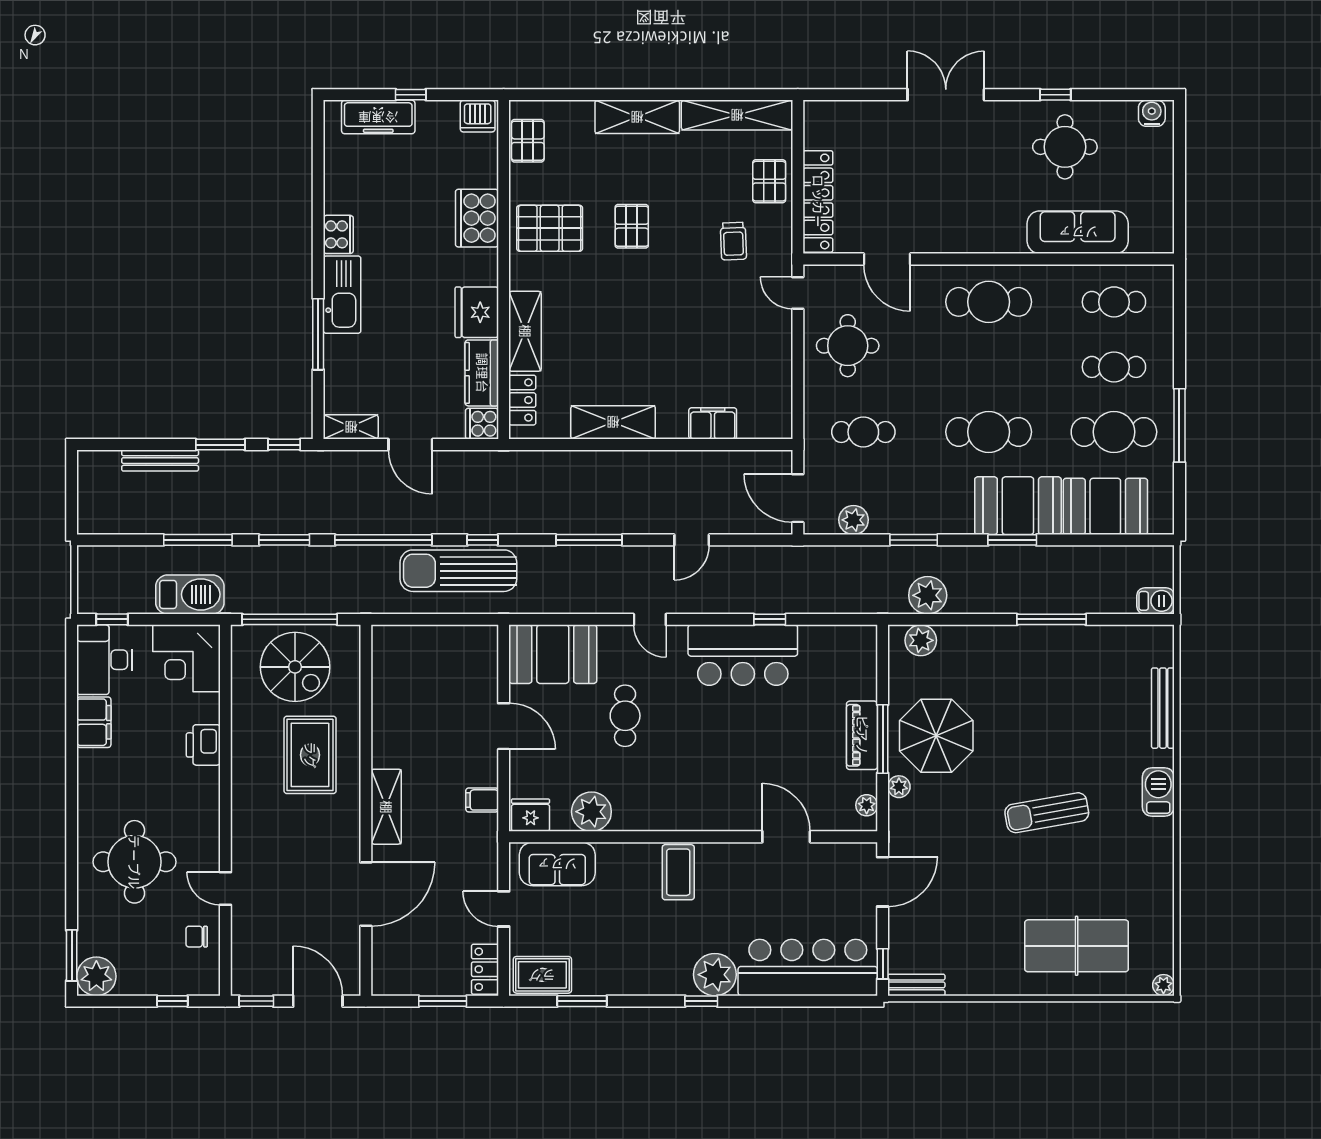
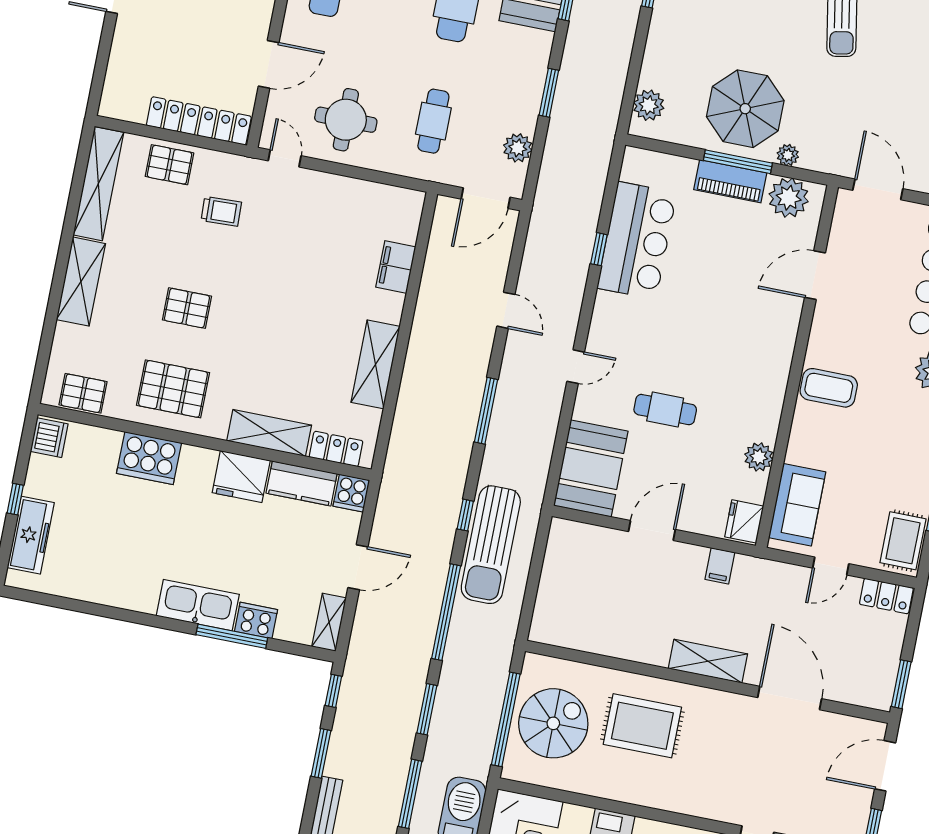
pallet: (550, 228) -> (173, 389), turned 90
cooker: (338, 234) -> (256, 620), moved
door: (798, 293) -> (285, 158), swing flipped
plant: (928, 595) -> (606, 90), removed
bar counter: (743, 655) -> (637, 240), moved
plant: (867, 805) -> (789, 198), width x1.88, depth x1.88
plant: (591, 812) -> (759, 457), width x0.73, depth x0.73
window: (443, 1001) -> (901, 684), moved

